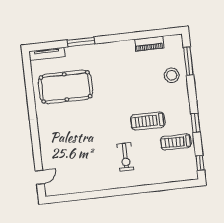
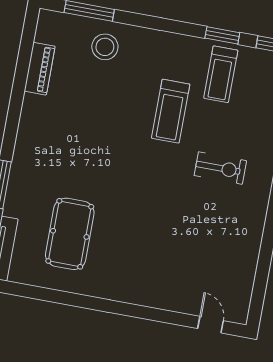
pool table: (65, 87) -> (70, 234), width x0.73, depth x0.76
window: (195, 123) -> (222, 35), moved

